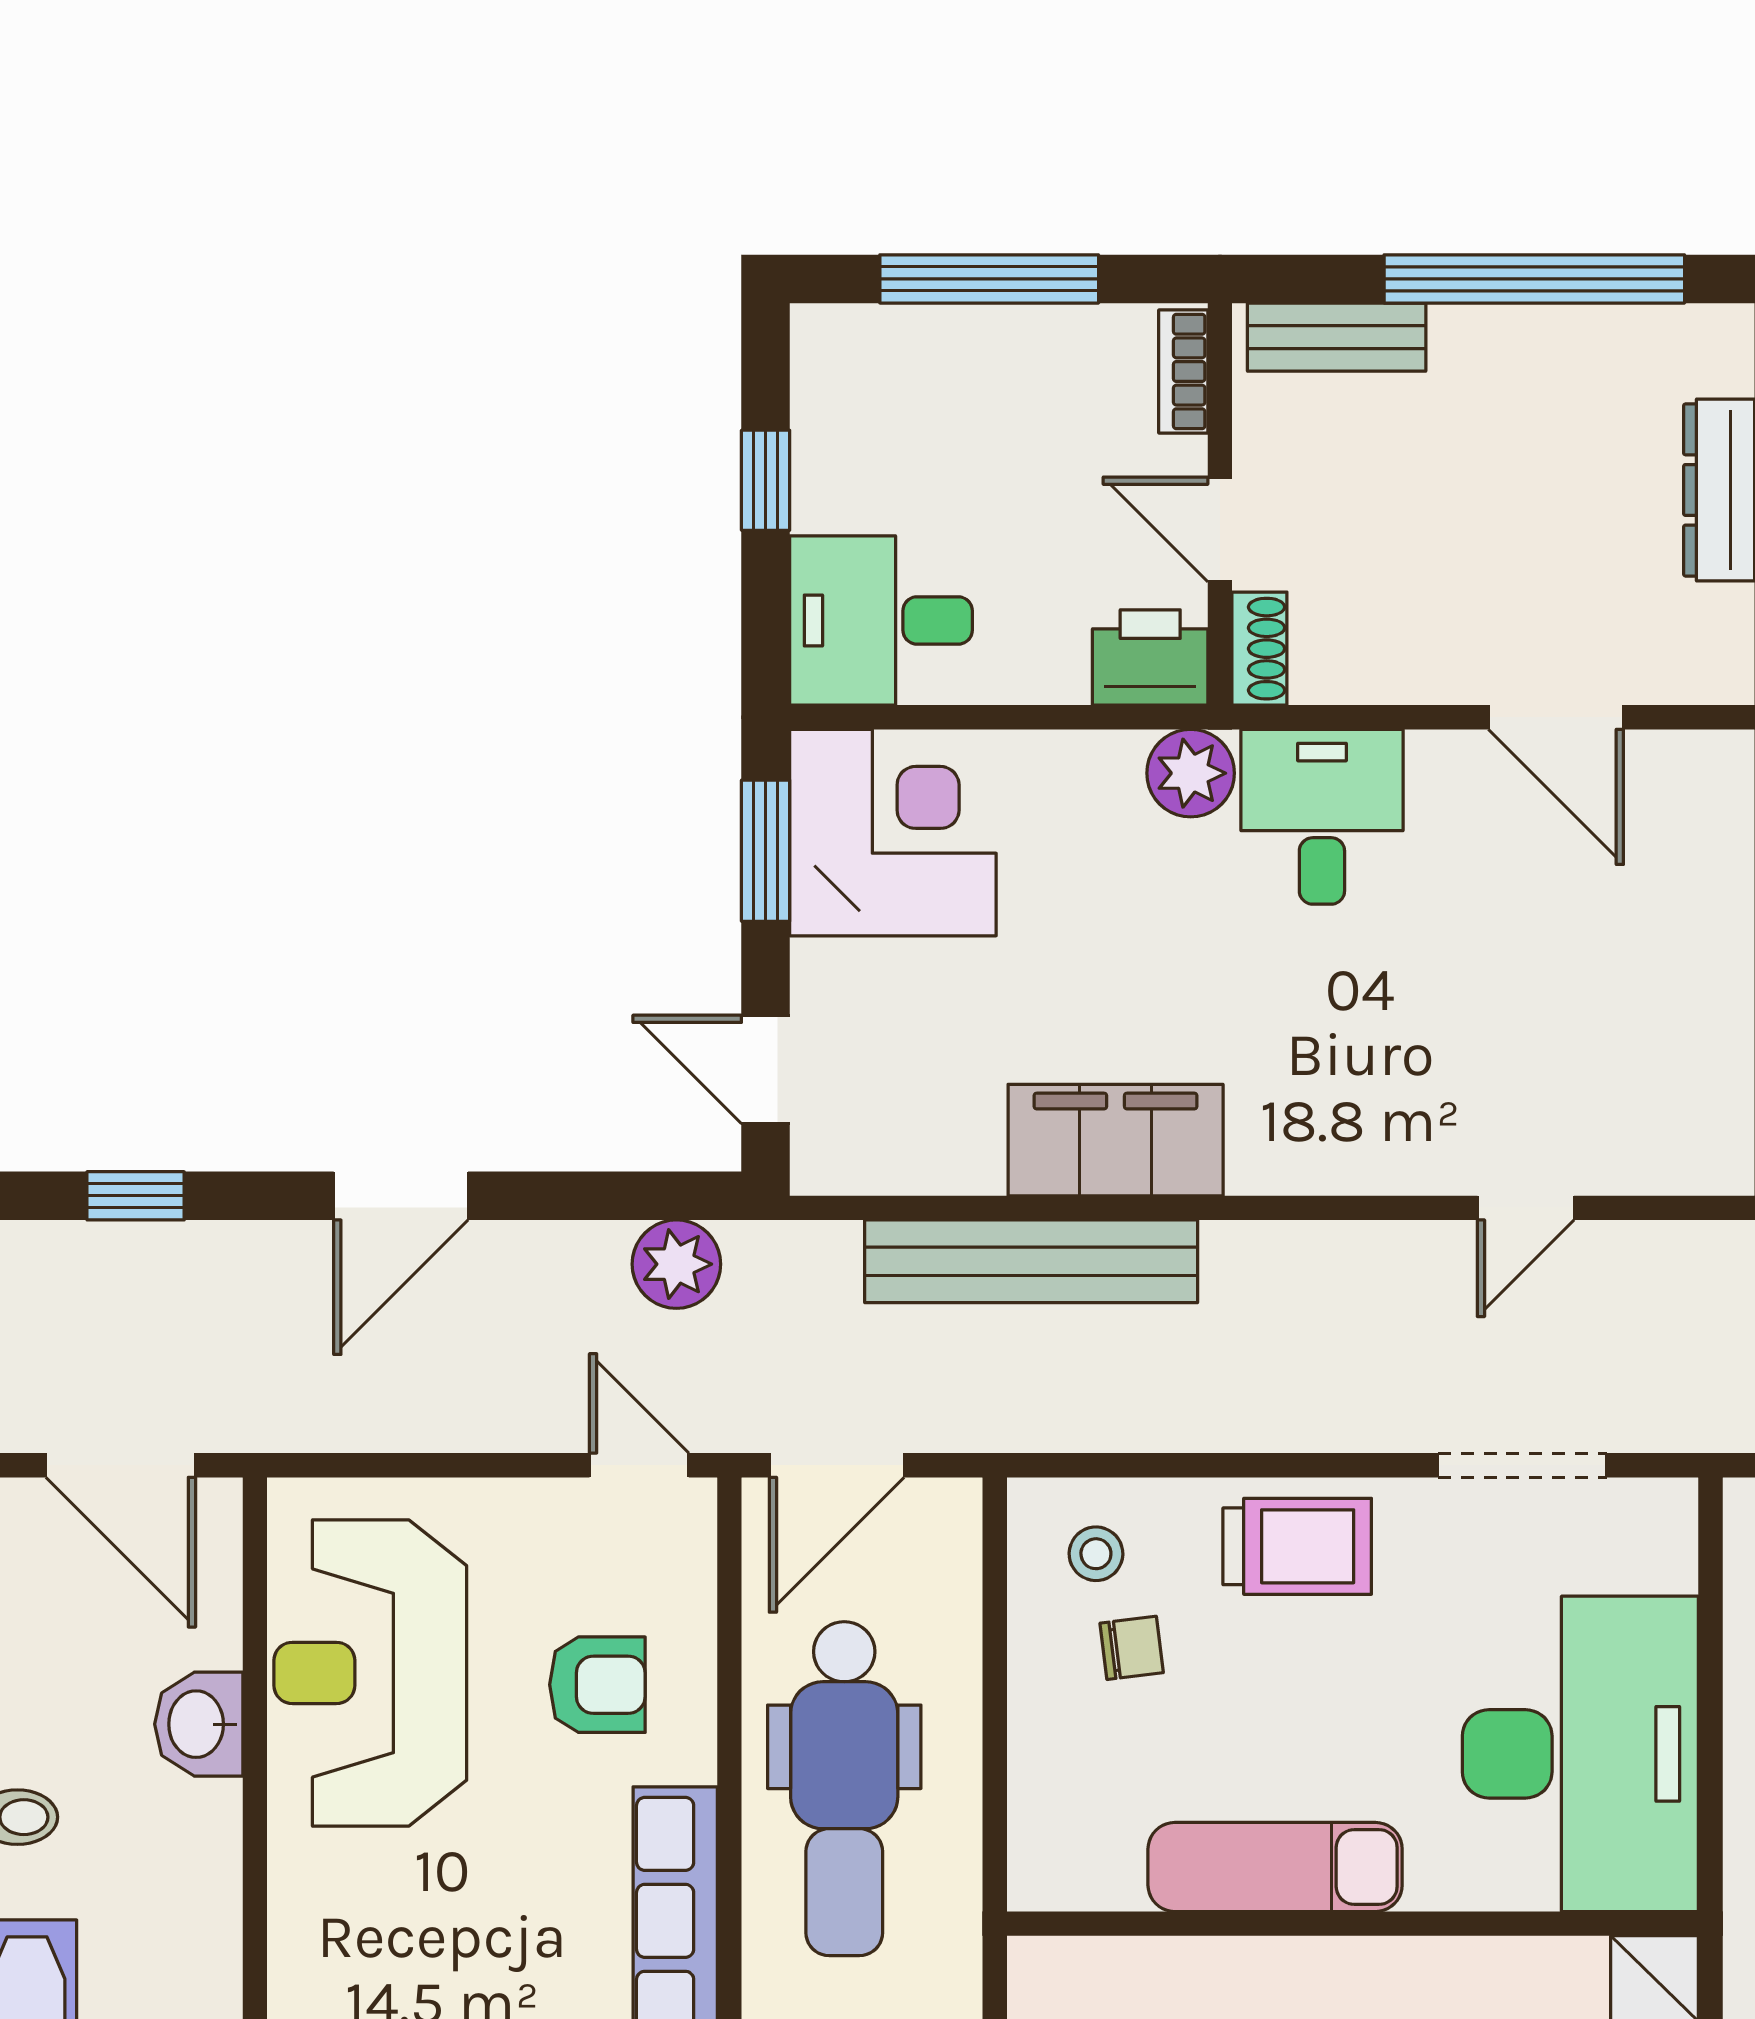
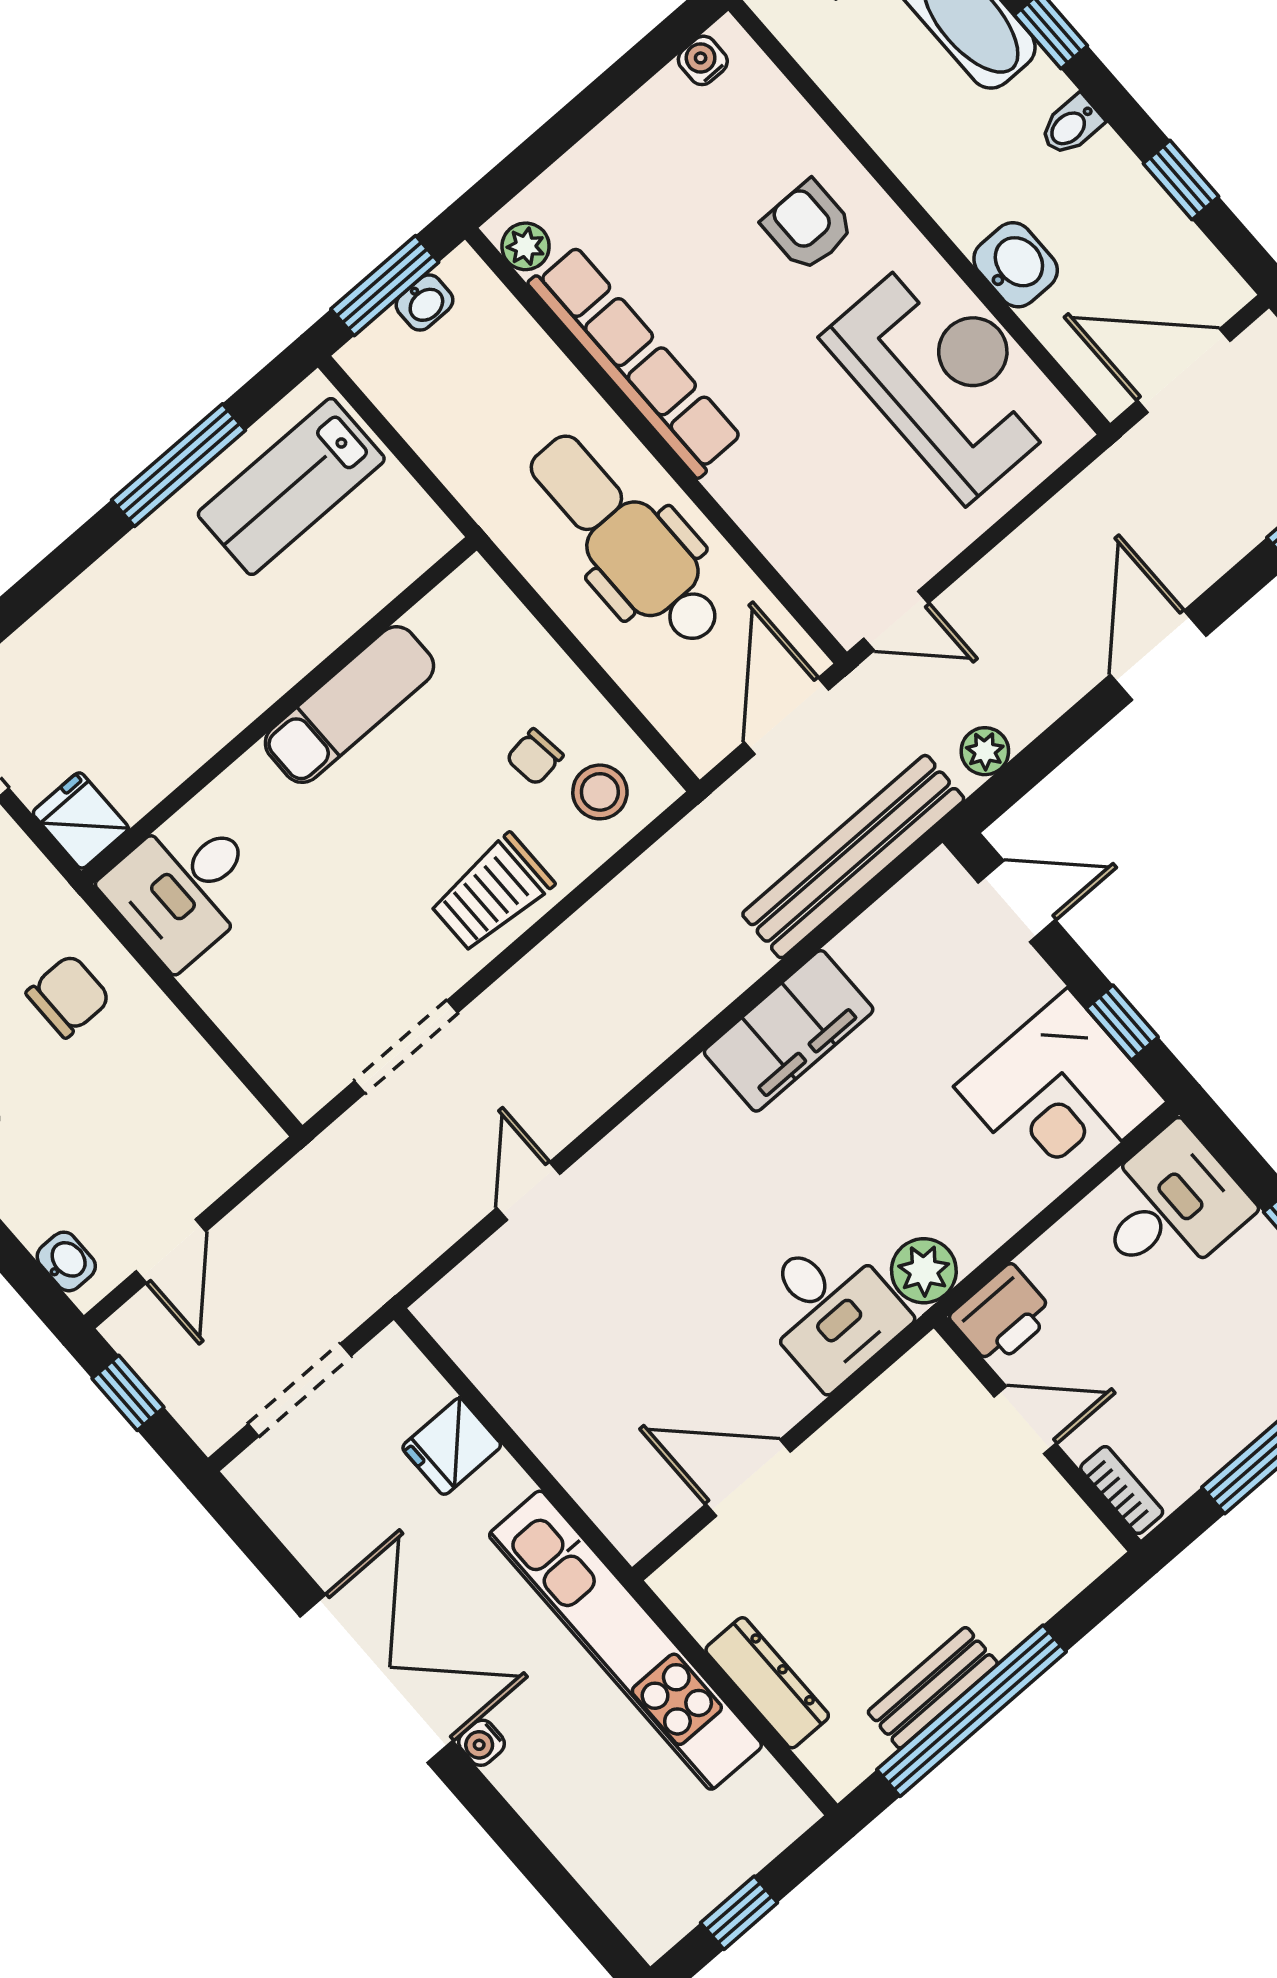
bench: (1337, 337) -> (933, 1688), moved
shoe rack: (1259, 649) -> (946, 1373), removed
window: (766, 851) -> (1122, 1023), width x0.67
bench: (1031, 1261) -> (853, 857), moved
plant: (676, 1264) -> (985, 751), width x0.73, depth x0.73
stool: (1096, 1554) -> (600, 792), width x1.37, depth x1.37
armchair: (597, 1685) -> (808, 226), moved, turned 90
desk: (1580, 1754) -> (184, 887), width x0.53, depth x0.77

